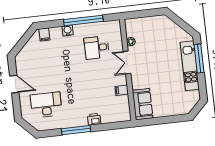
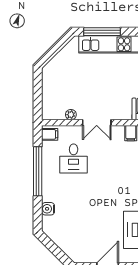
water cooler: (68, 31) -> (48, 209), moved
filing cabinet: (44, 34) -> (50, 134), moved

